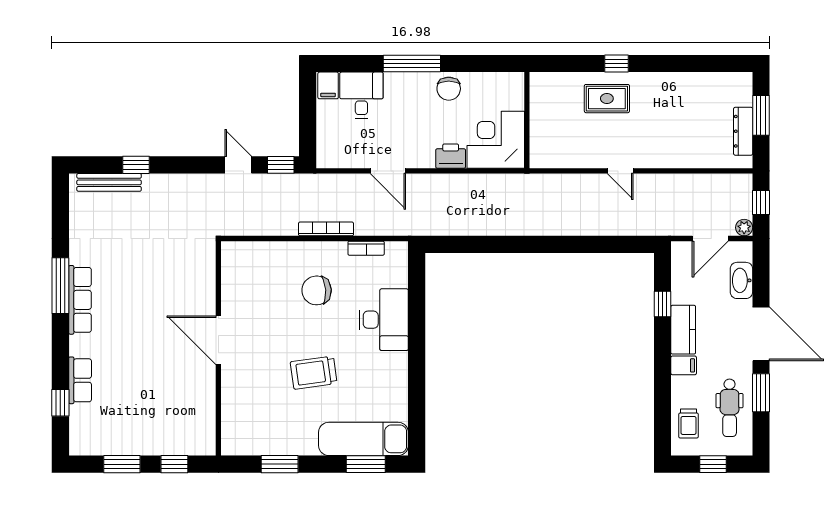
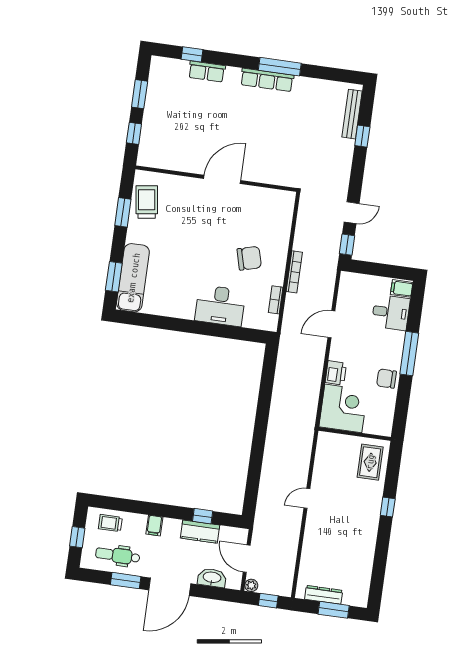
rug: (607, 99) -> (370, 462), moved
chair: (317, 290) -> (249, 258), turned 79
kitchen counter: (683, 330) -> (200, 532), moved
trolley: (314, 373) -> (147, 202), moved

